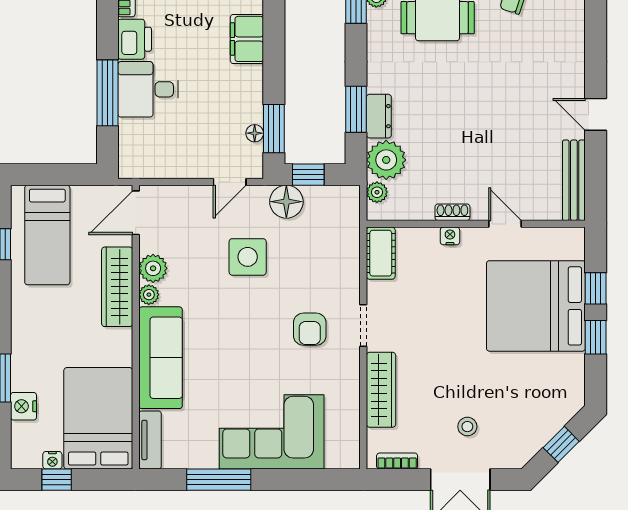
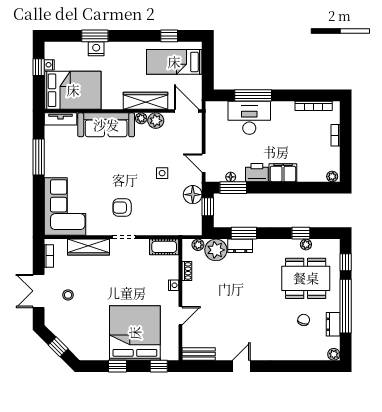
printer: (135, 39) -> (257, 173), moved, turned 180
desk: (148, 89) -> (249, 118), width x1.37
bench: (574, 180) -> (199, 354), width x0.73
shoe rack: (452, 212) -> (187, 271), moved
side table: (248, 257) -> (162, 173), width x0.54, depth x0.54
window: (596, 288) -> (159, 366), moved
nightstand: (24, 406) -> (96, 49), moved
corner sofa: (272, 432) -> (65, 207), moved

